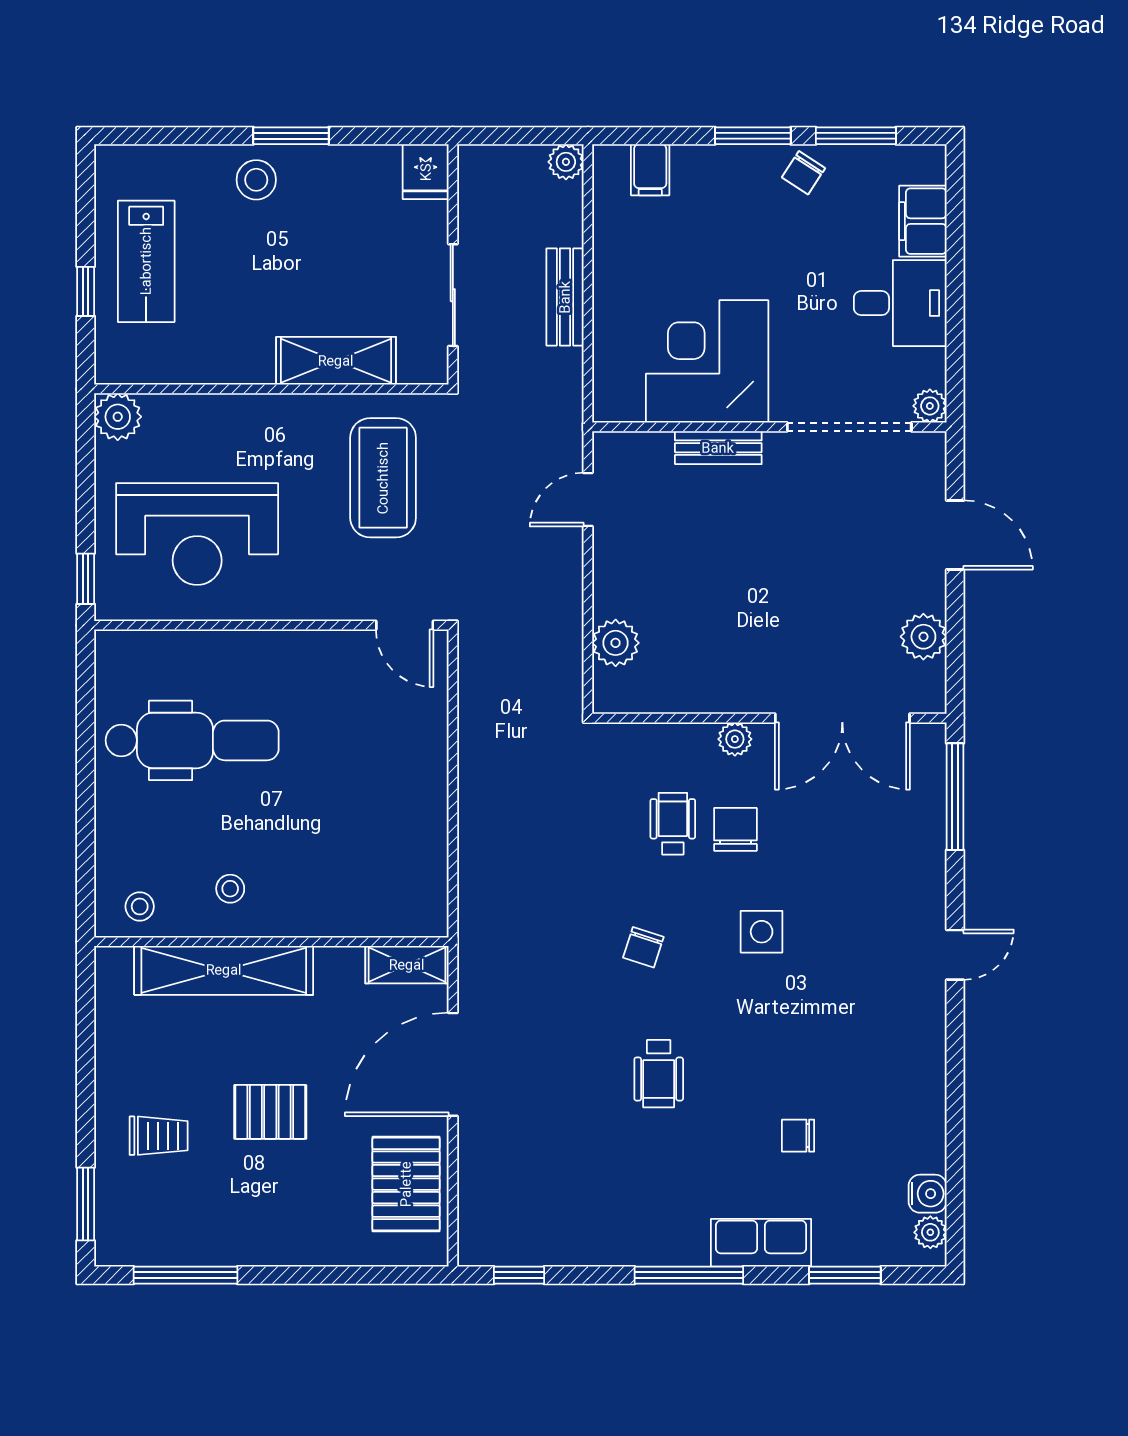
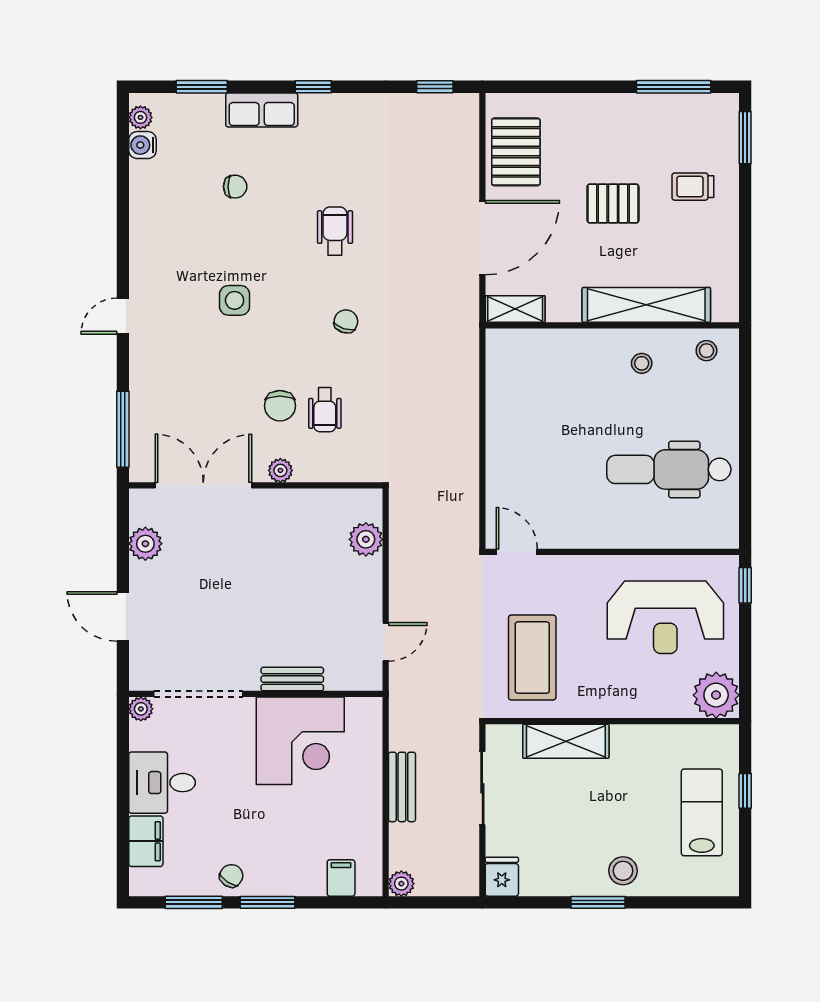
plant: (118, 417) -> (716, 695), width x1.36, depth x1.36
reception desk: (197, 534) -> (665, 617), turned 180
side table: (762, 932) -> (235, 300), moved
window: (689, 1275) -> (313, 87), width x0.46

